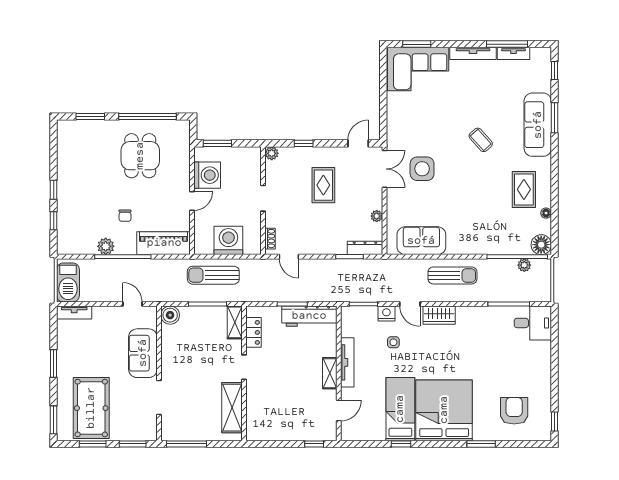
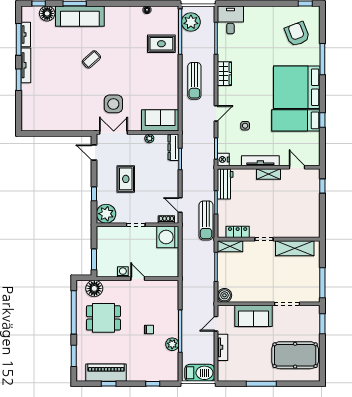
window: (417, 44) -> (19, 80), moved
corner sofa: (418, 69) -> (38, 107), removed
floor lamp: (179, 144) -> (94, 288), added
plant: (272, 153) -> (106, 214), width x1.87, depth x1.87
washing machine: (207, 175) -> (123, 272), width x0.53, depth x0.53
rug: (323, 185) -> (126, 179), turned 90
rug: (524, 189) -> (161, 44), moved
window: (54, 190) -> (109, 384), moved
washing machine: (228, 240) -> (168, 237), moved
sofa: (421, 241) -> (160, 120), moved, turned 90
piano: (164, 243) -> (106, 373), moved, turned 90
floor lamp: (541, 245) -> (47, 13), moved
door: (289, 257) -> (180, 205), swing flipped
plant: (524, 265) -> (191, 22), width x1.87, depth x1.87
sun lounger: (213, 275) -> (206, 220), moved
sun lounger: (452, 275) -> (194, 81), turned 180
tv unit: (74, 313) -> (223, 347), moved
nightstand: (386, 314) -> (223, 159), moved
wardrobe: (439, 315) -> (224, 74), moved
workbench: (309, 316) -> (225, 184), width x0.73
window: (54, 363) -> (261, 384), width x1.44
armchair: (514, 411) -> (297, 34), turned 69
window: (54, 420) -> (304, 384), removed
window: (93, 444) -> (322, 354), removed
window: (481, 444) -> (322, 59), width x1.44

